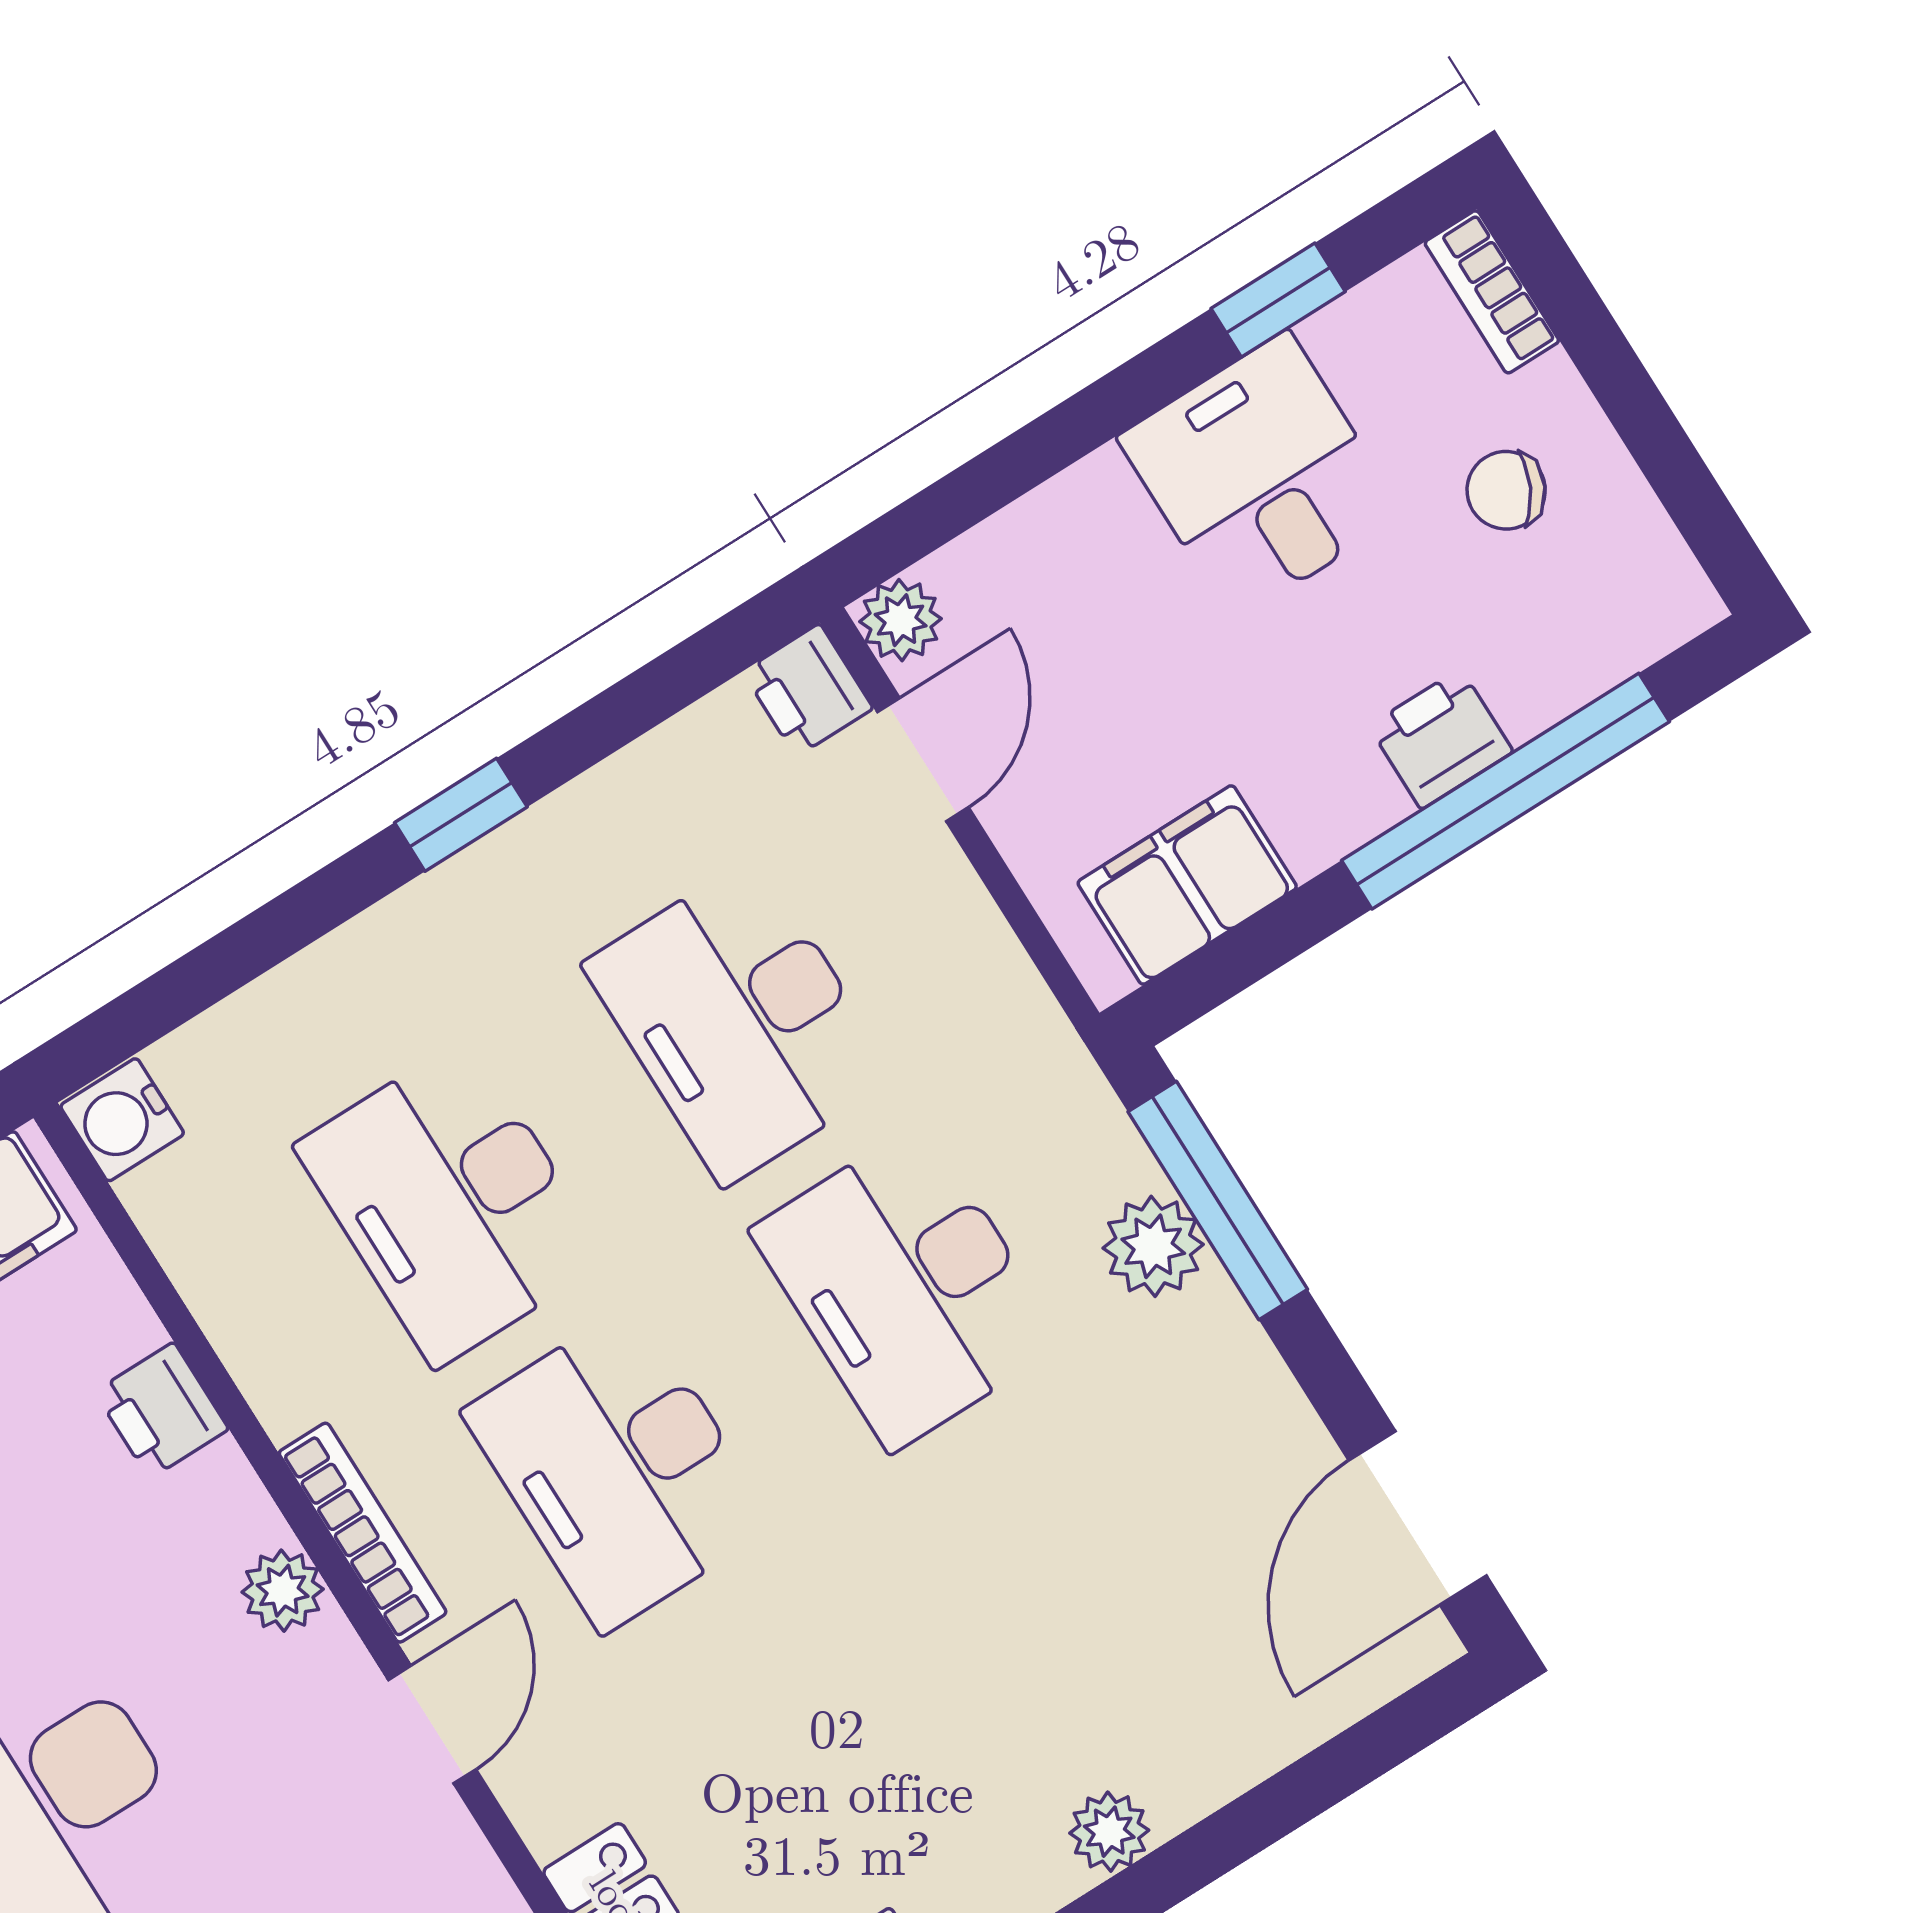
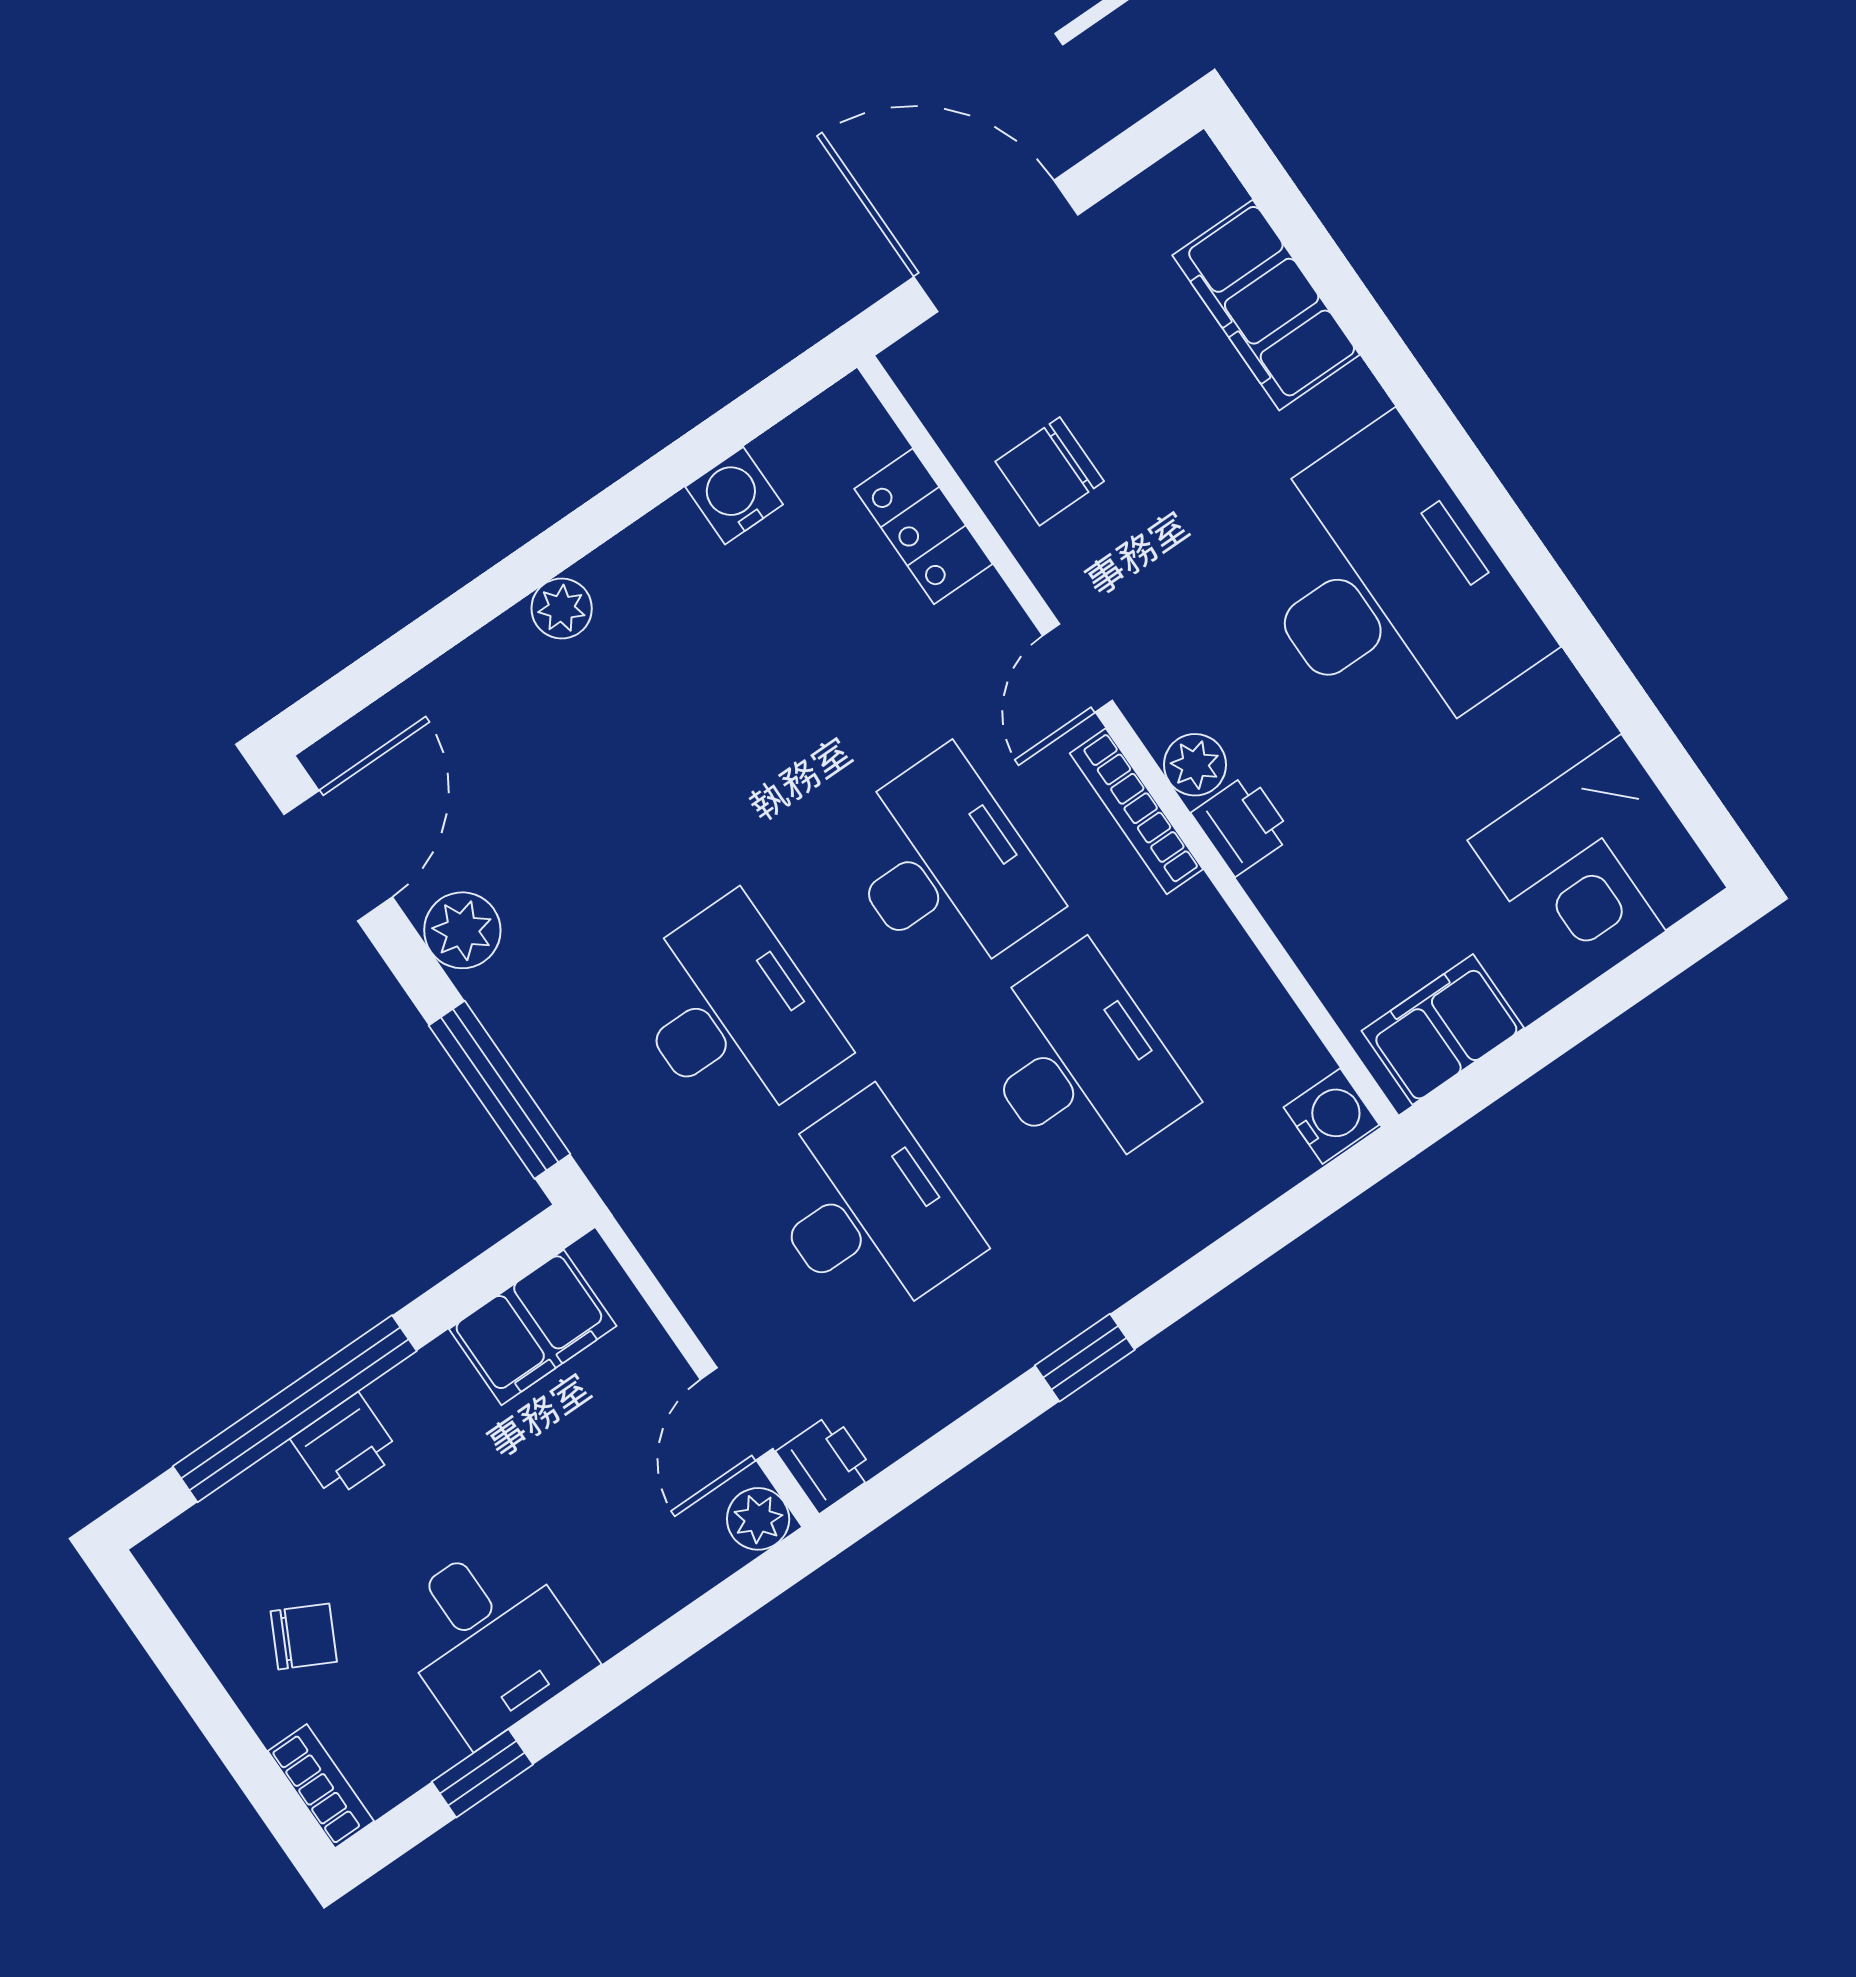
plant: (1153, 1246) -> (462, 930), moved
printer: (161, 1410) -> (1242, 825), moved

